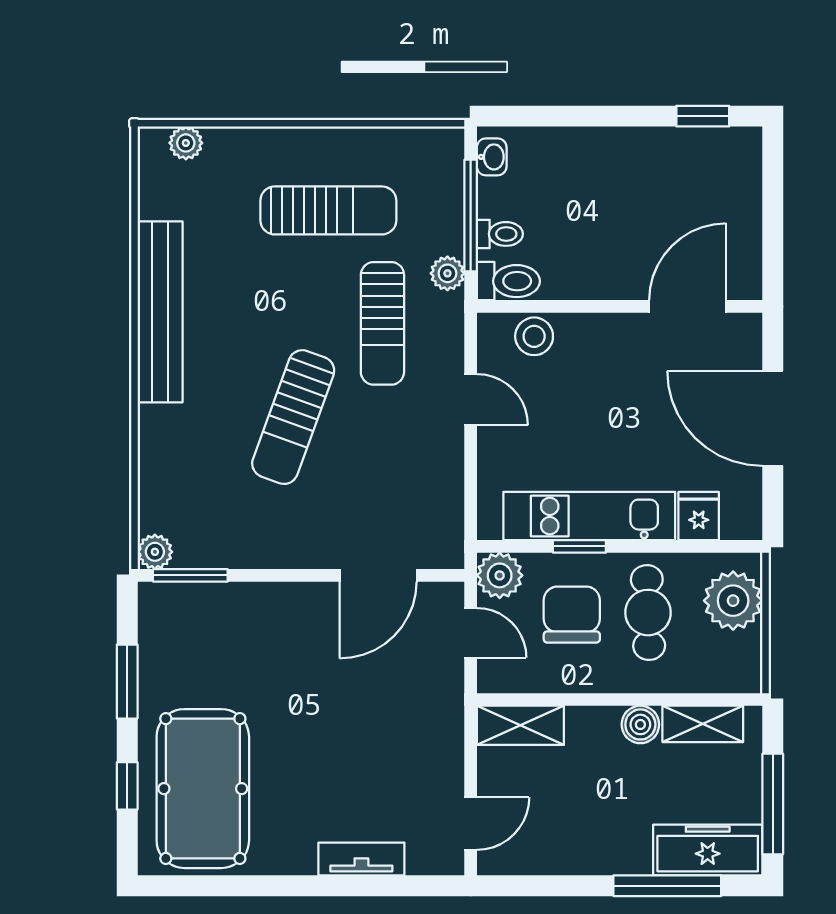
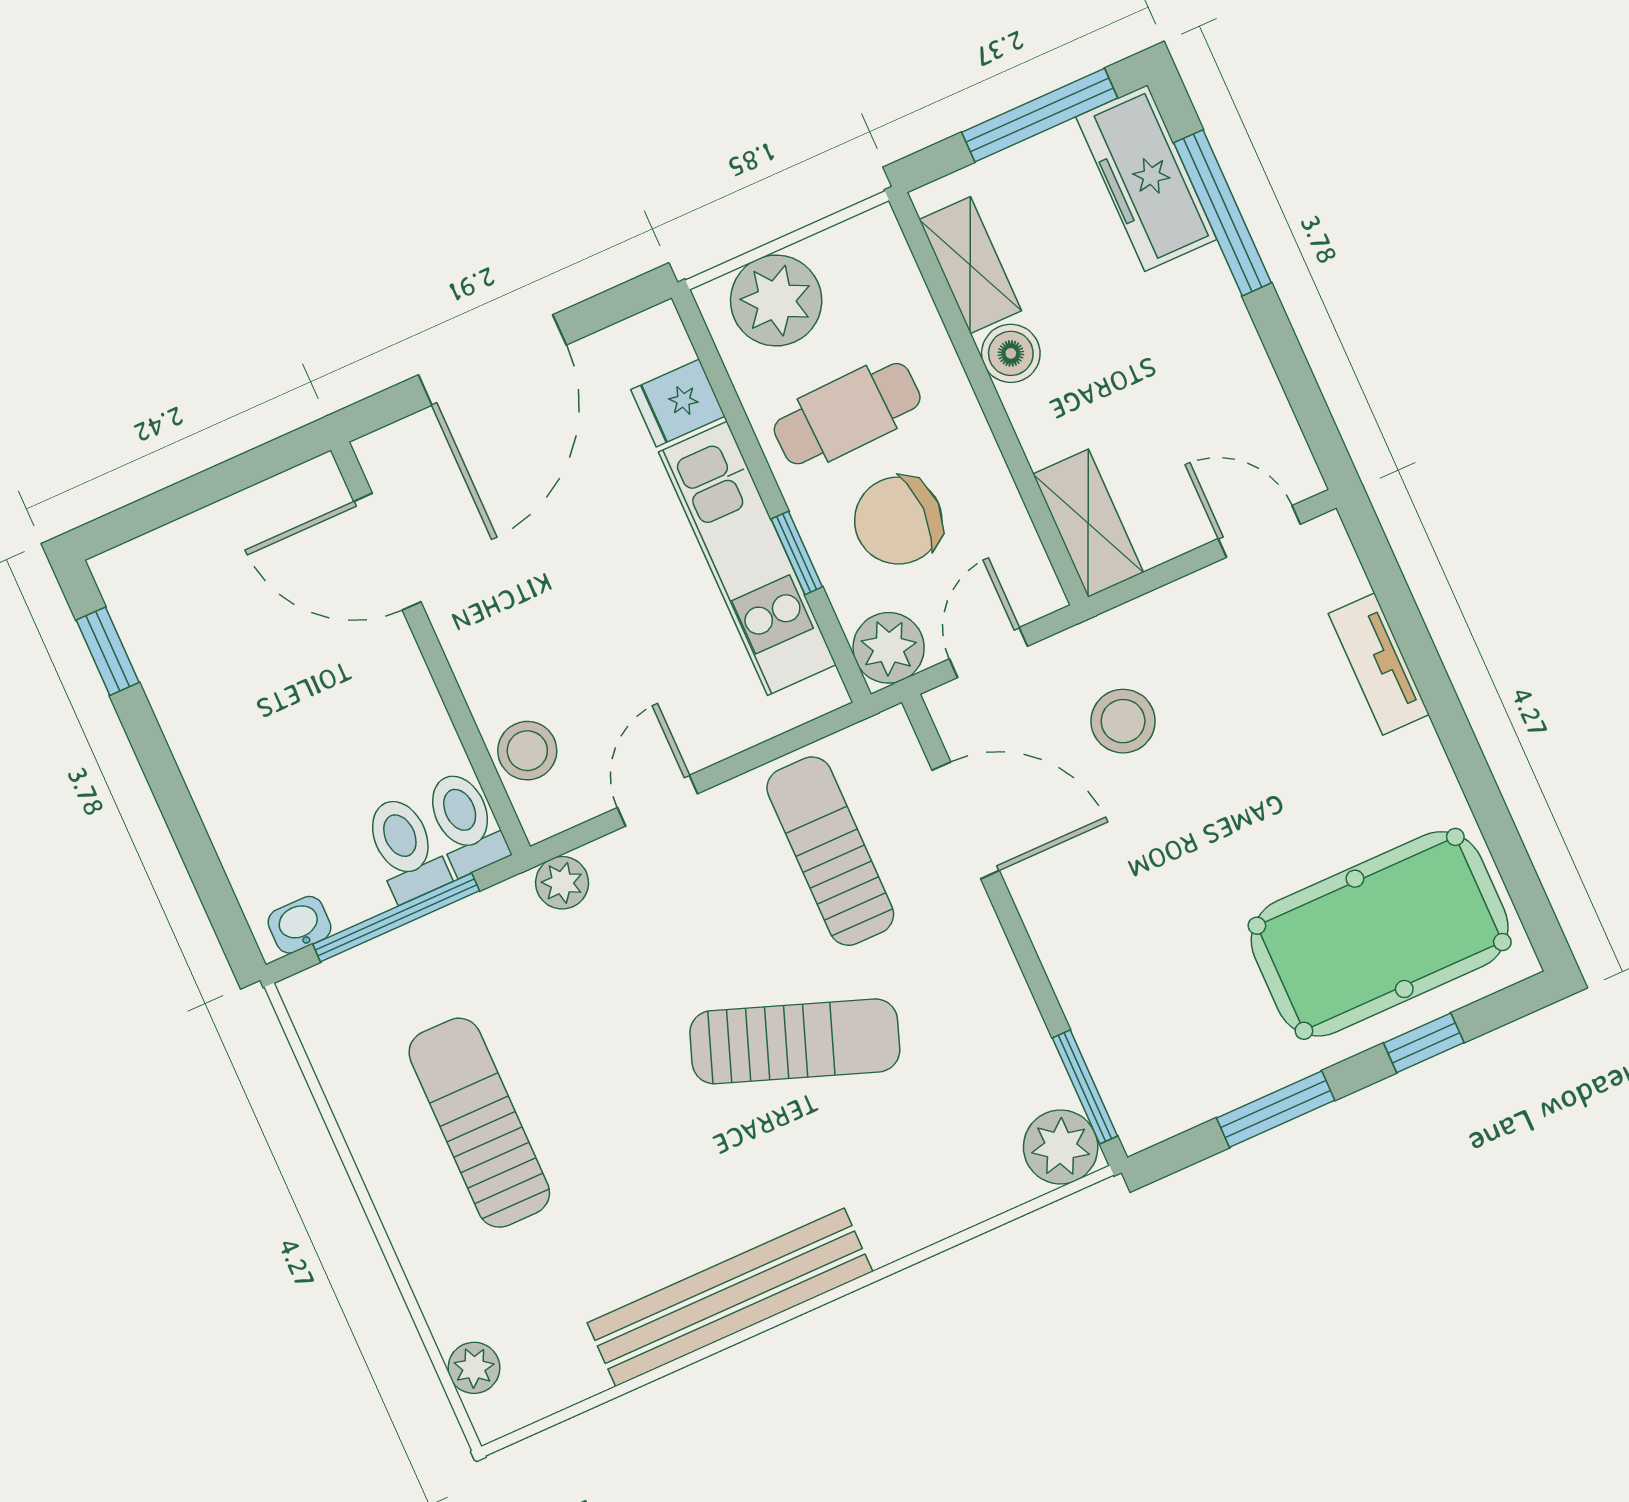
toilet: (500, 234) -> (406, 848), width x1.37, depth x1.39
plant: (447, 273) -> (562, 883), moved
sun lounger: (382, 323) -> (830, 851), moved, turned -90
plant: (155, 552) -> (1061, 1147), width x1.38, depth x1.38
stool: (395, 694) -> (1123, 721), added

